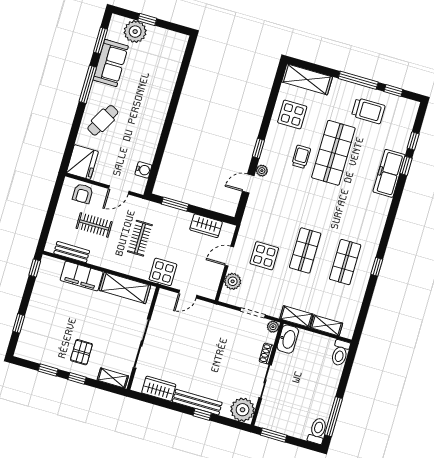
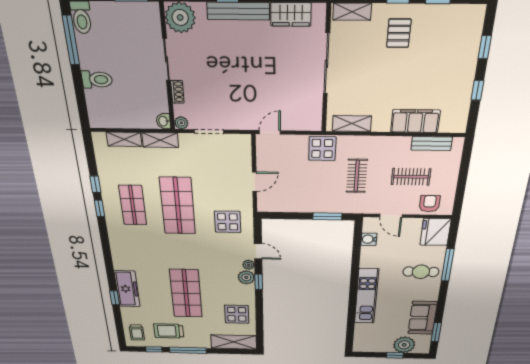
window: (88, 84) -> (448, 265), moved
kitchen unit: (160, 104) -> (366, 296), added
cafe table: (103, 120) -> (421, 272), turned 61
window: (413, 141) -> (95, 184), moved
trolley: (301, 157) -> (137, 332), moved
door: (248, 183) -> (258, 251), hinge flipped
door: (119, 190) -> (391, 216), swing flipped
wardrobe: (206, 226) -> (289, 204), removed
shop shelf: (305, 250) -> (178, 206), width x1.43, depth x1.36
display table: (264, 256) -> (228, 222), moved
window: (35, 268) -> (477, 90), moved
plant: (233, 281) -> (246, 277), moved
shelving: (125, 288) -> (352, 124), width x0.67, depth x0.75
door: (188, 294) -> (270, 132), moved
washbasin: (288, 339) -> (163, 121), width x0.52, depth x0.69
toilet: (340, 353) -> (97, 80), moved, turned 90

